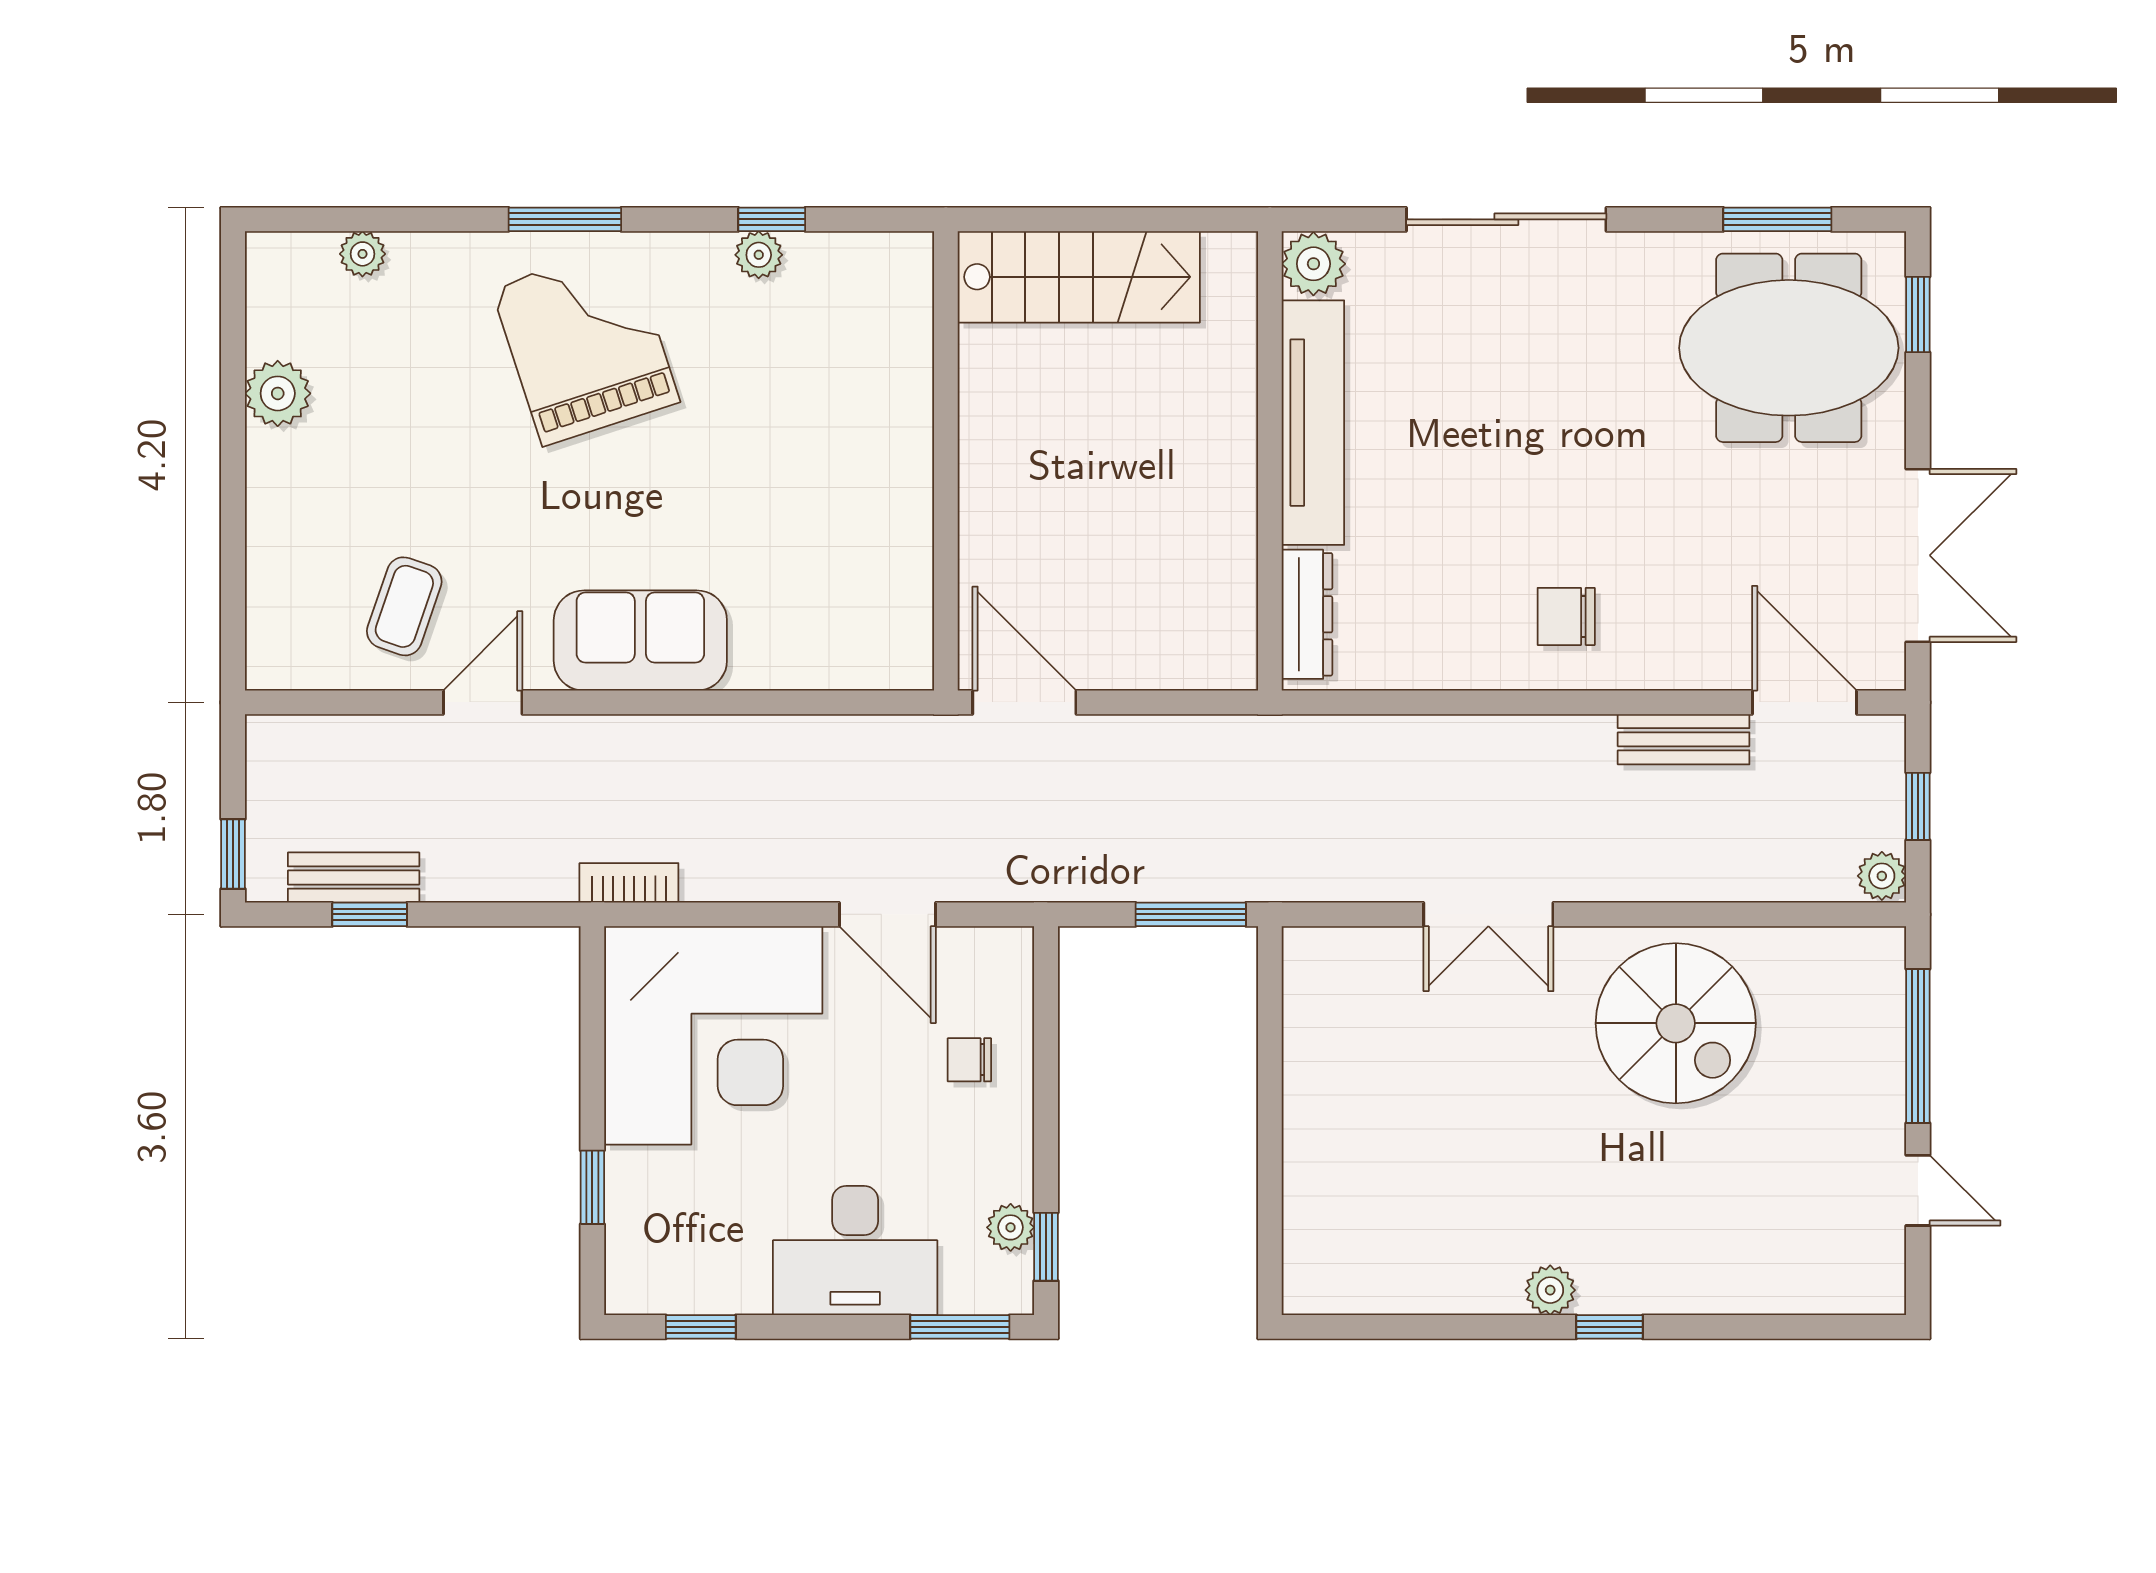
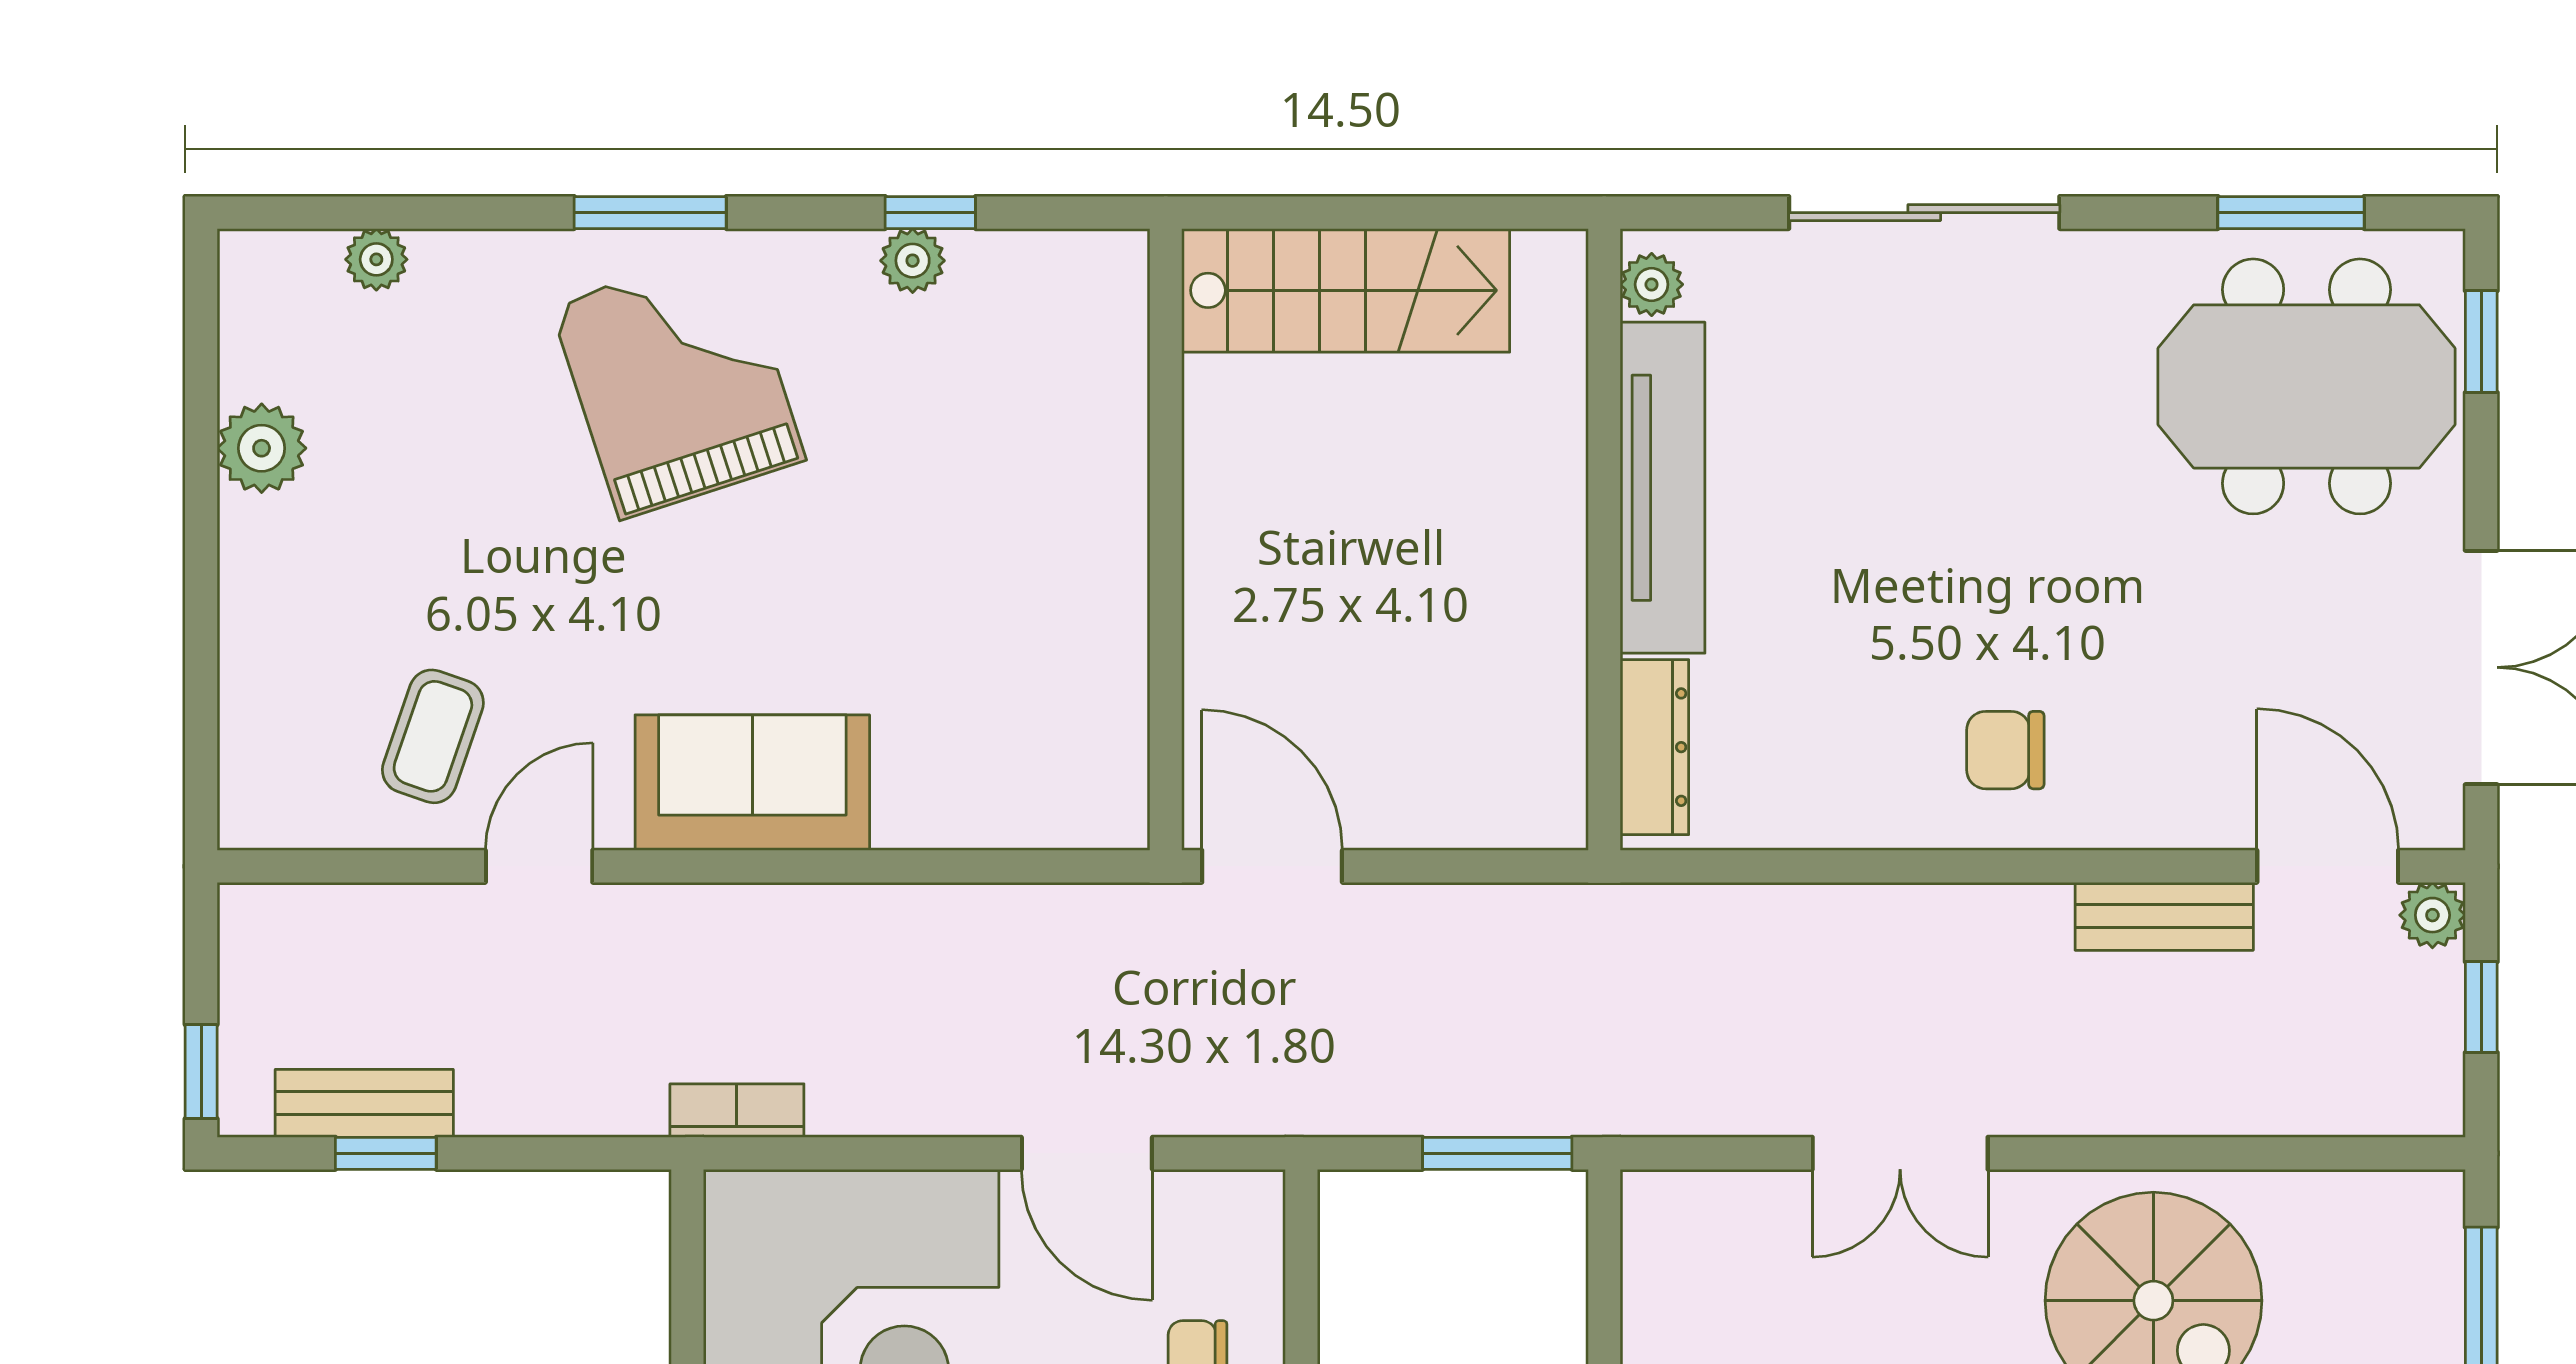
plant: (1313, 264) -> (1652, 284), width x0.73, depth x0.73
plant: (1882, 876) -> (2432, 915), moved

